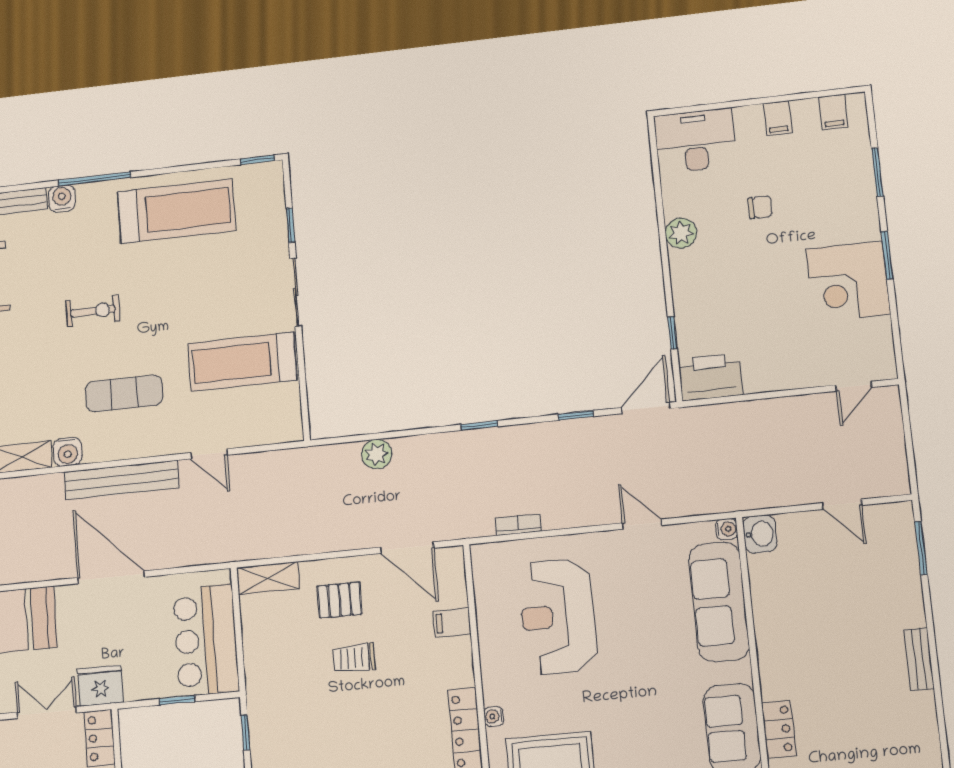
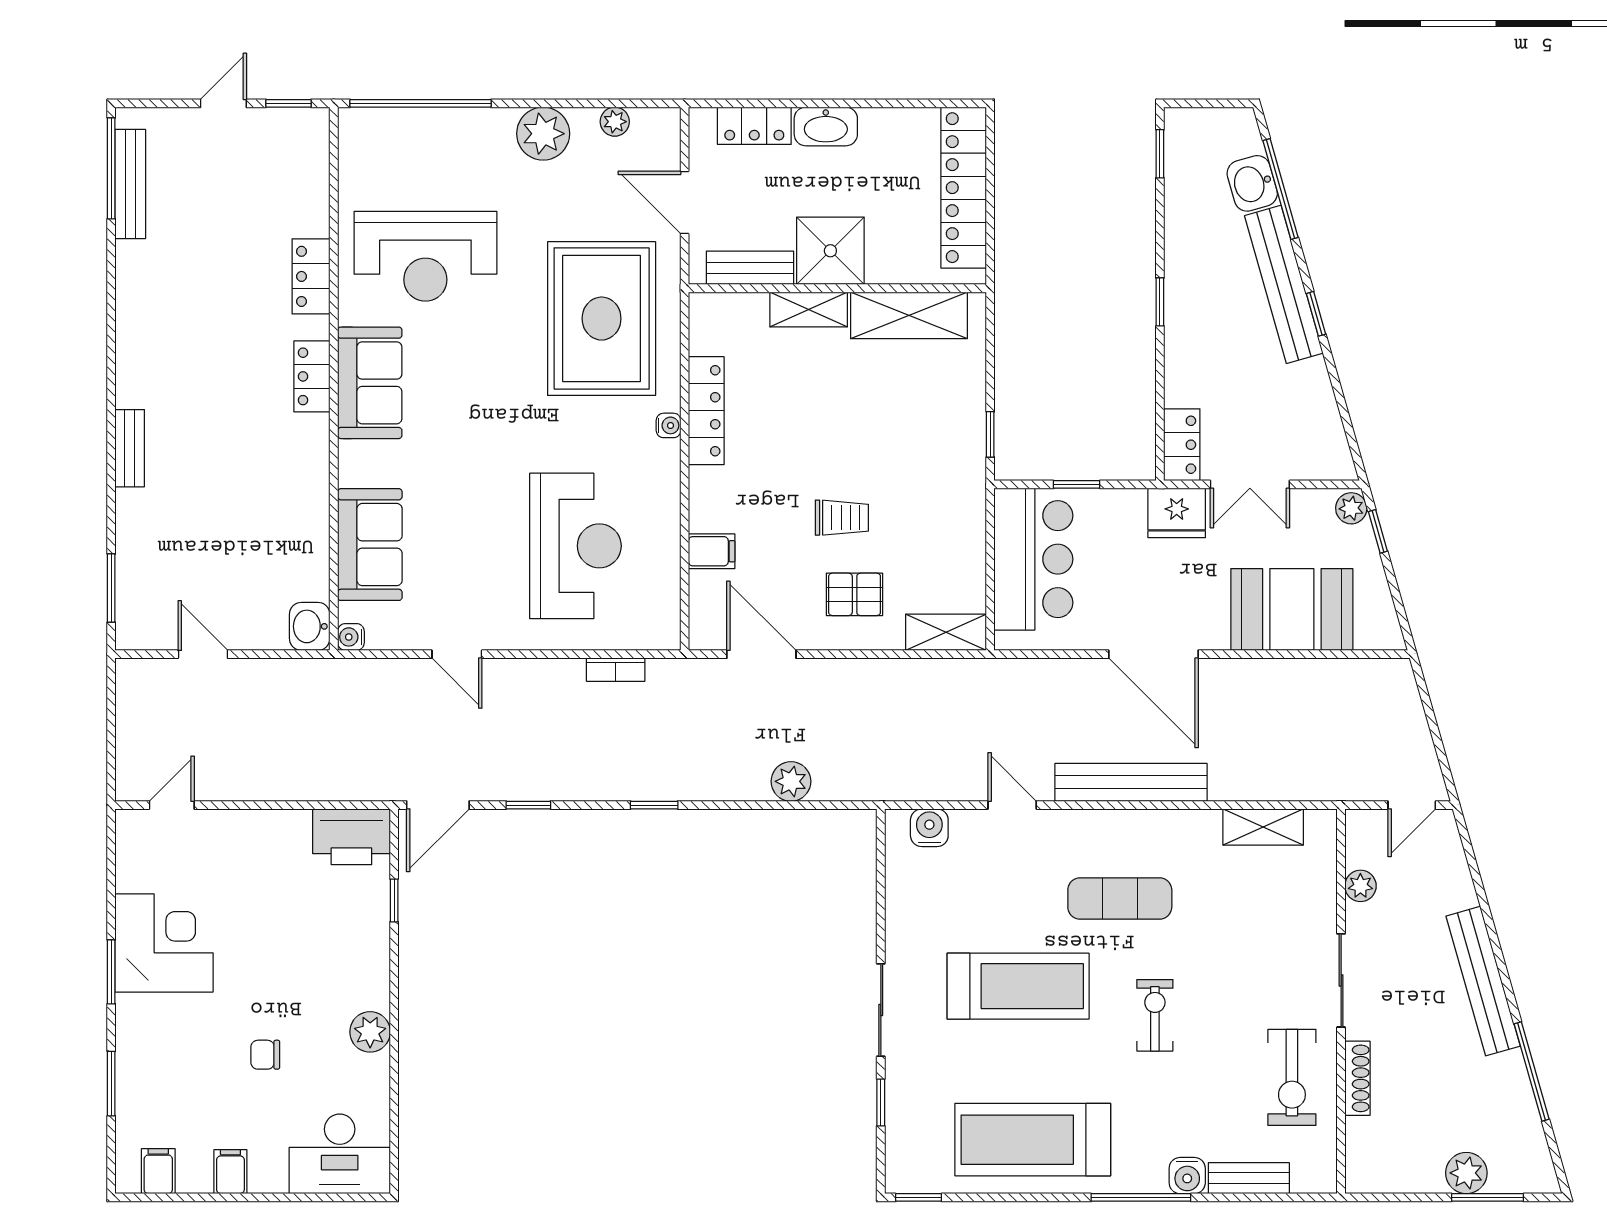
exercise bike: (93, 311) -> (1155, 1015), turned 90
treadmill: (242, 362) -> (1018, 986), moved
water cooler: (68, 452) -> (929, 828), moved
sofa: (719, 602) -> (370, 545), width x0.73

